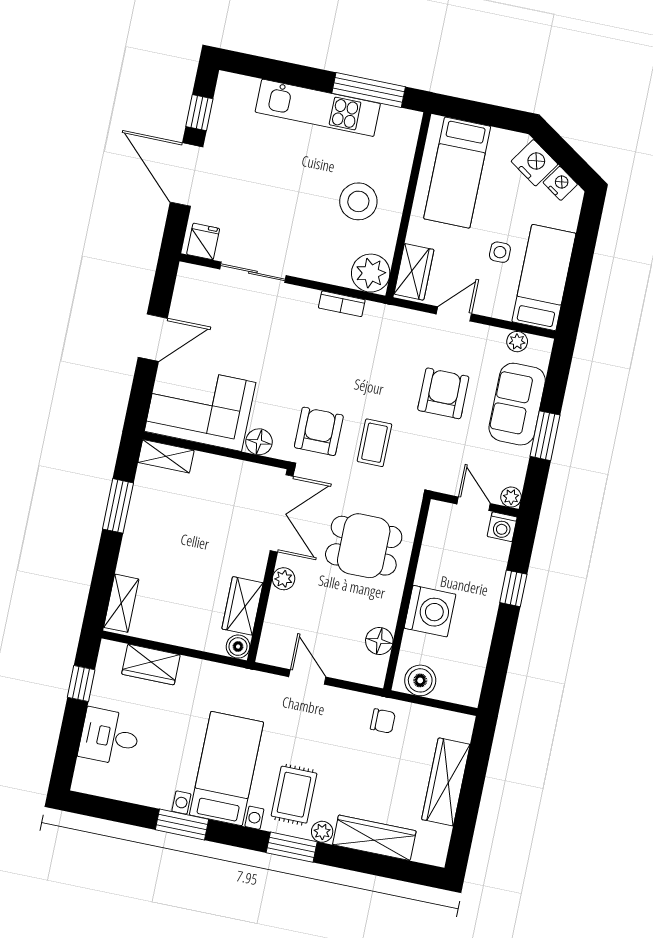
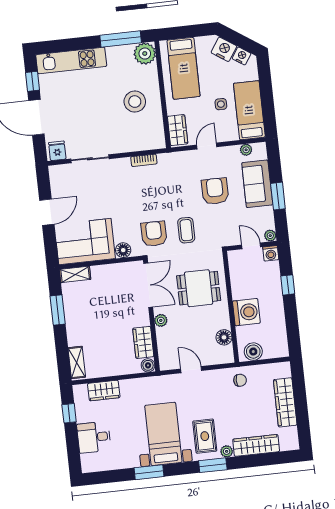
kitchen unit: (318, 108) -> (71, 60), moved
plant: (371, 273) -> (145, 54), moved

